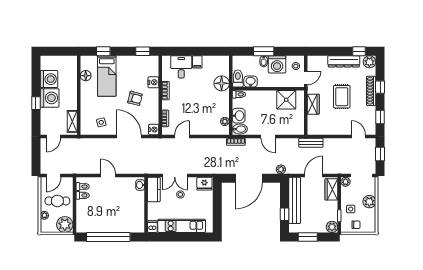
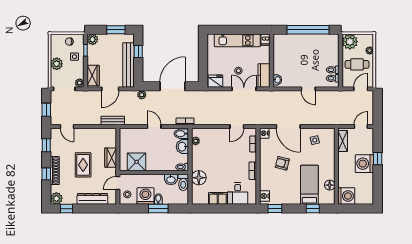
dresser: (344, 61) -> (92, 199), moved
filing cabinet: (197, 62) -> (218, 198), width x2.00
washing machine: (49, 79) -> (346, 196), moved, turned 180
nightstand: (153, 82) -> (264, 196), moved

